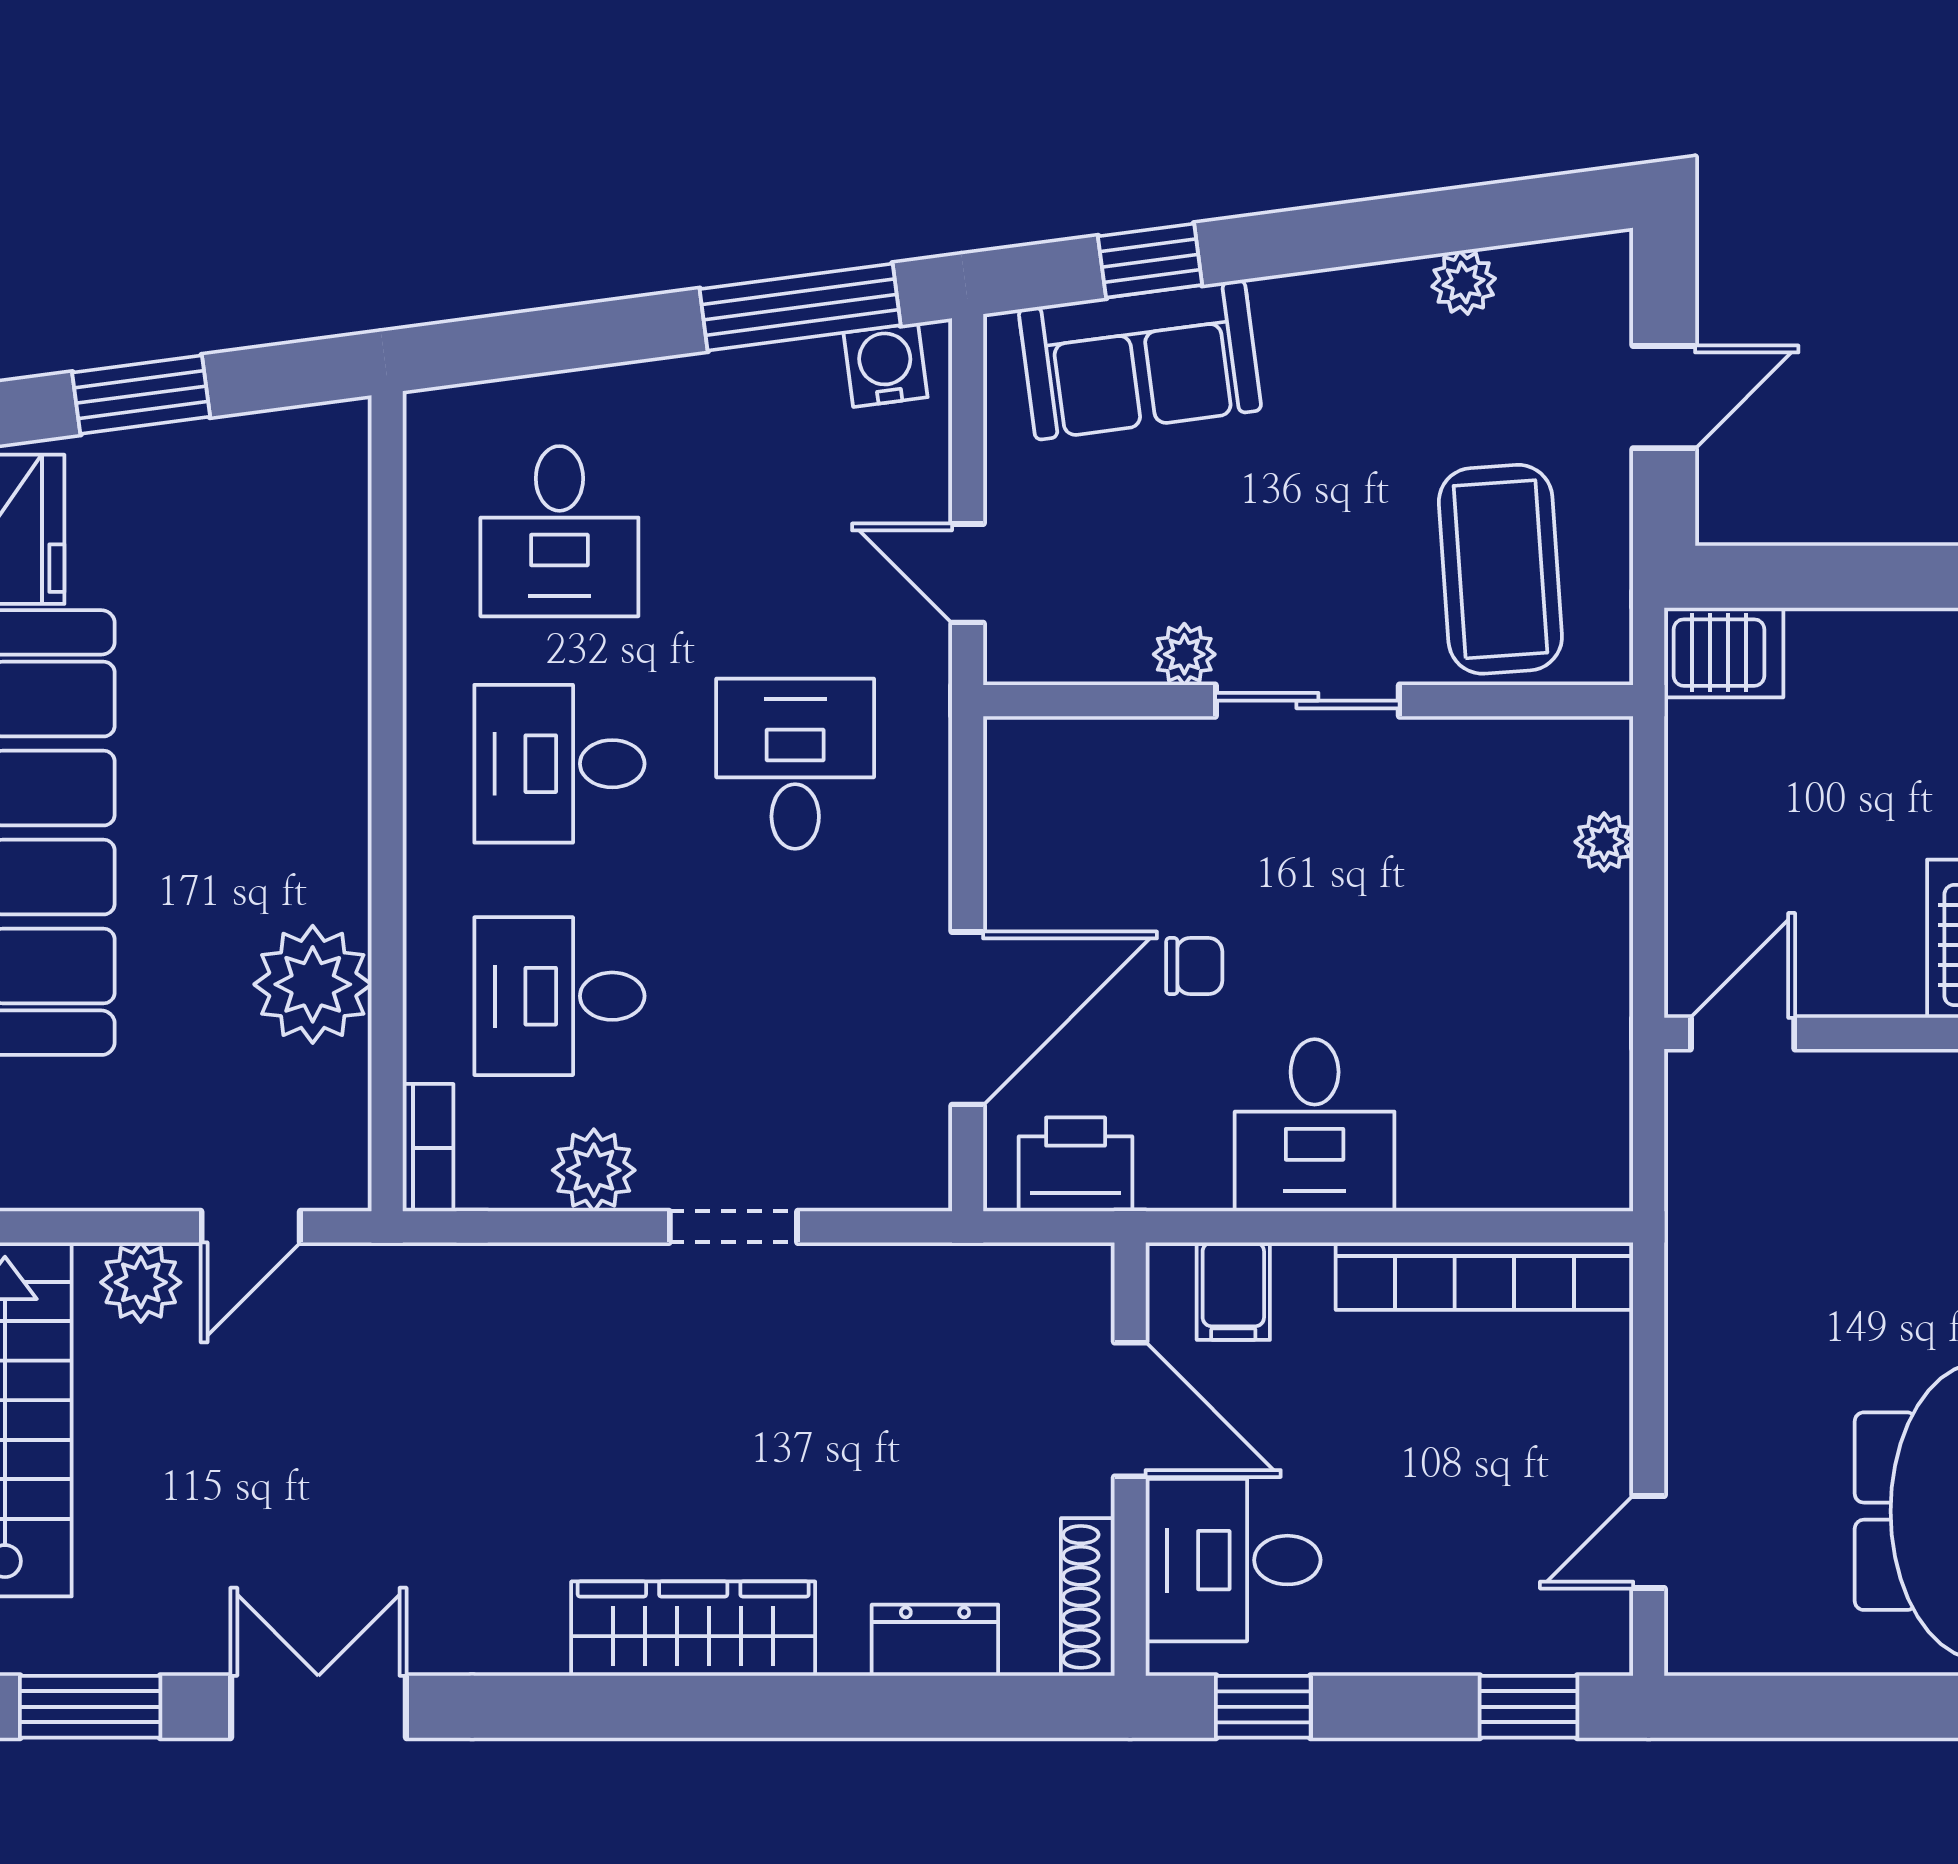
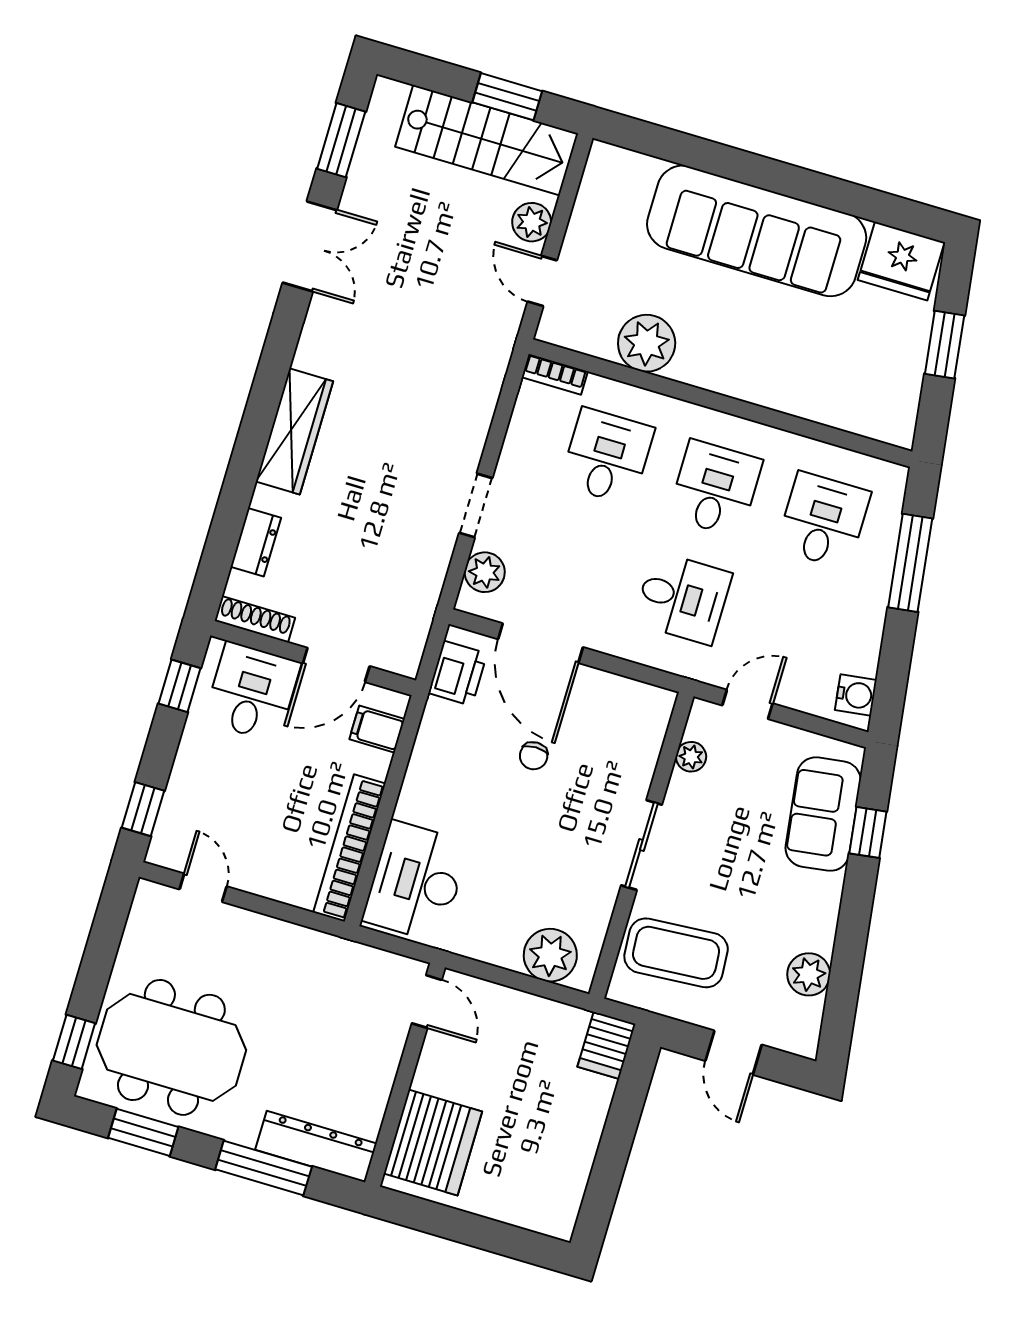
plant: (1464, 282) -> (809, 974), width x1.38, depth x1.38
window: (800, 307) -> (910, 563), moved
desk: (559, 531) -> (823, 520), turned 90
plant: (1184, 654) -> (691, 757), moved
plant: (1604, 842) -> (550, 955), width x1.88, depth x1.88
desk: (1315, 1125) -> (416, 881), moved, width x1.37
plant: (594, 1170) -> (485, 572), moved

